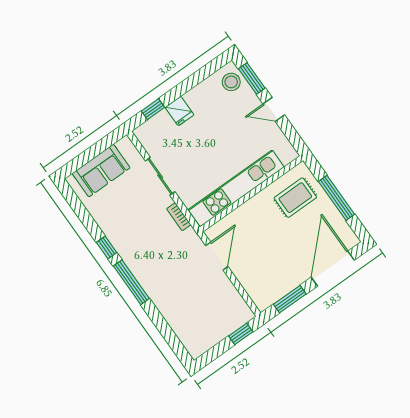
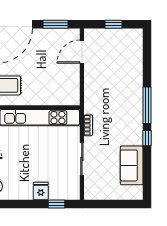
sofa: (101, 171) -> (132, 165), moved, turned -90
door: (217, 256) -> (82, 52), moved
window: (241, 334) -> (114, 24), moved

